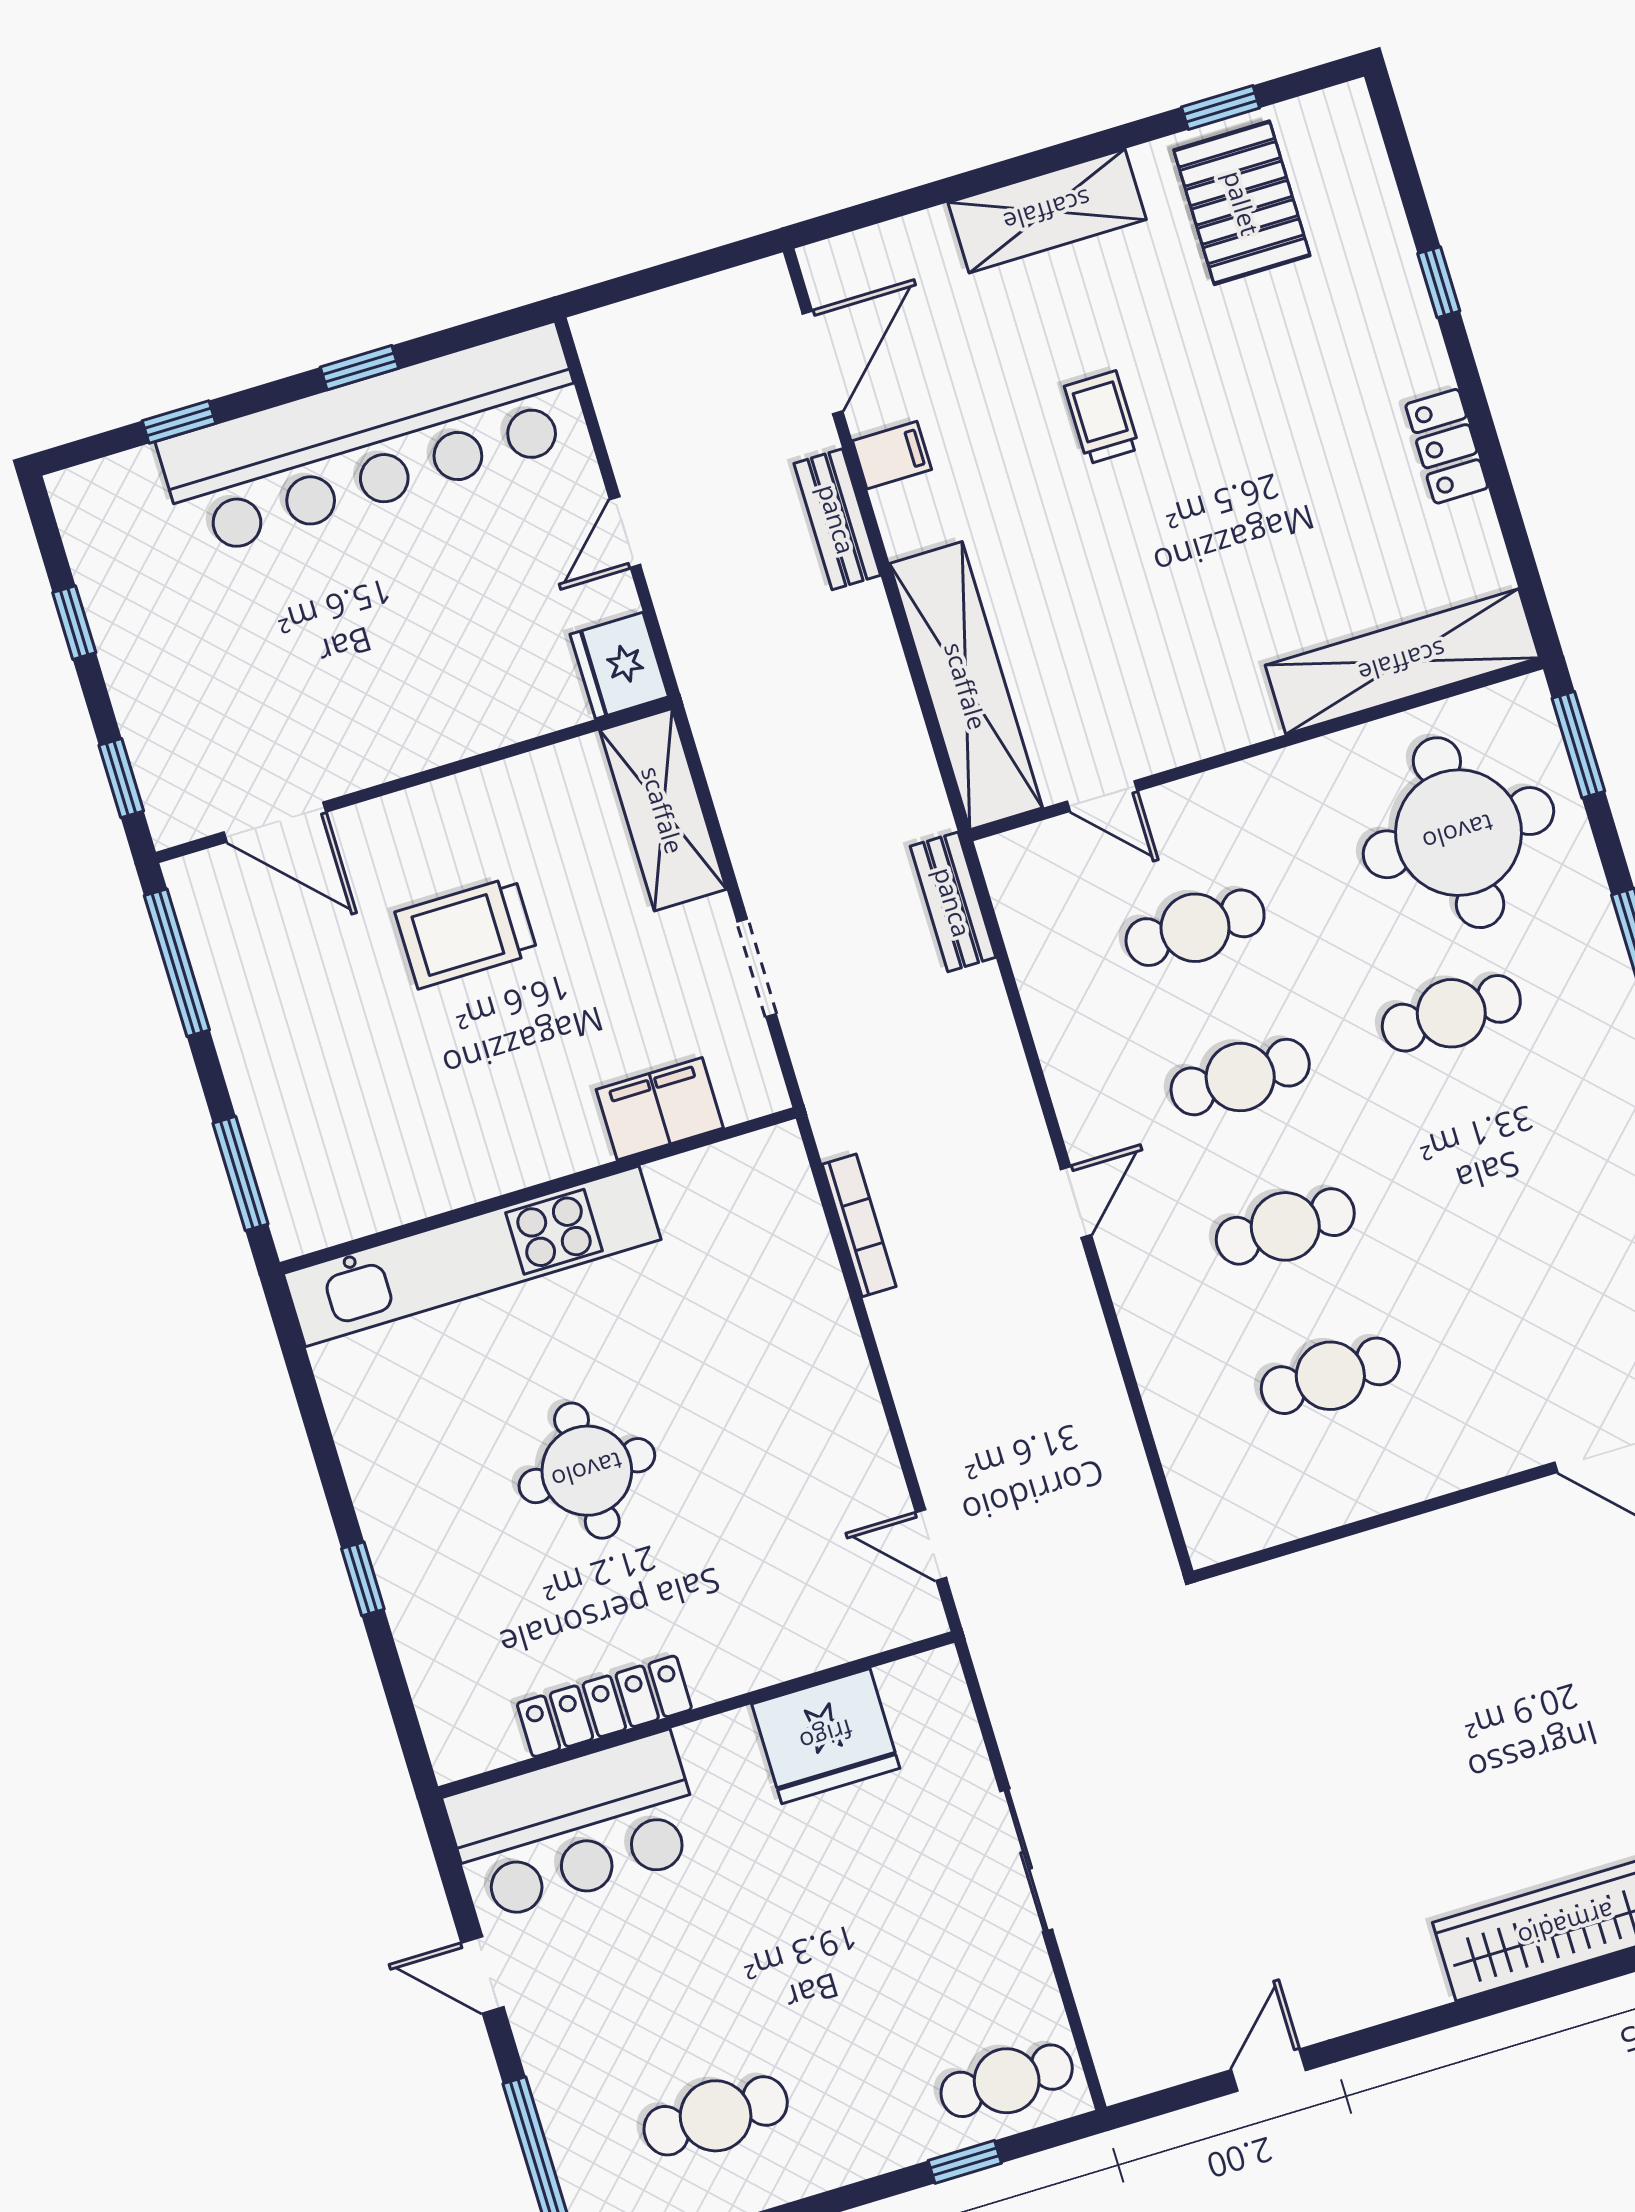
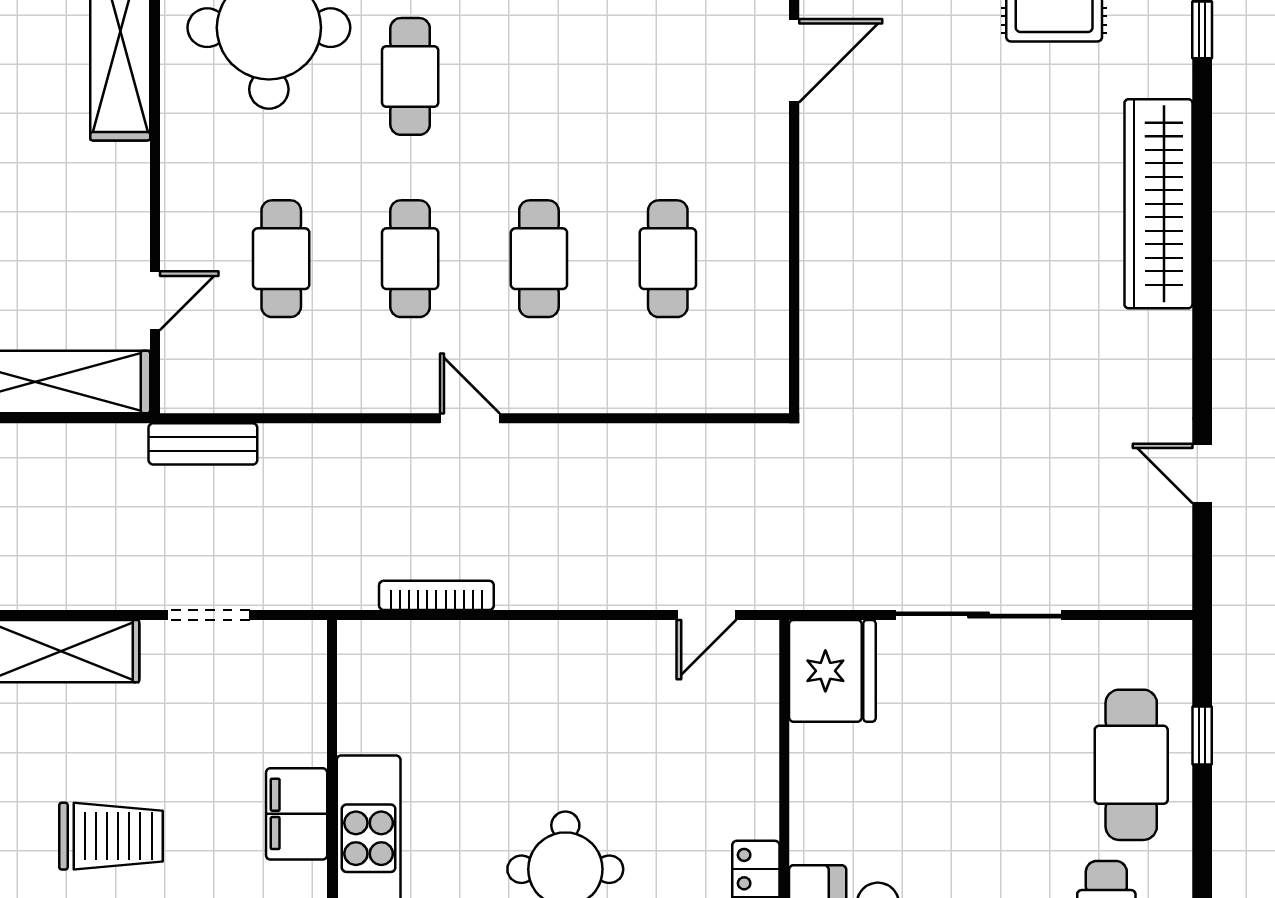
trolley: (466, 933) -> (111, 836), turned -90
filing cabinet: (660, 1109) -> (297, 814), moved
fridge: (826, 1736) -> (832, 671), moved
sliding door: (1026, 1860) -> (979, 615), width x1.37
cafe table: (1007, 2081) -> (1131, 765), moved, width x1.37, depth x1.35

